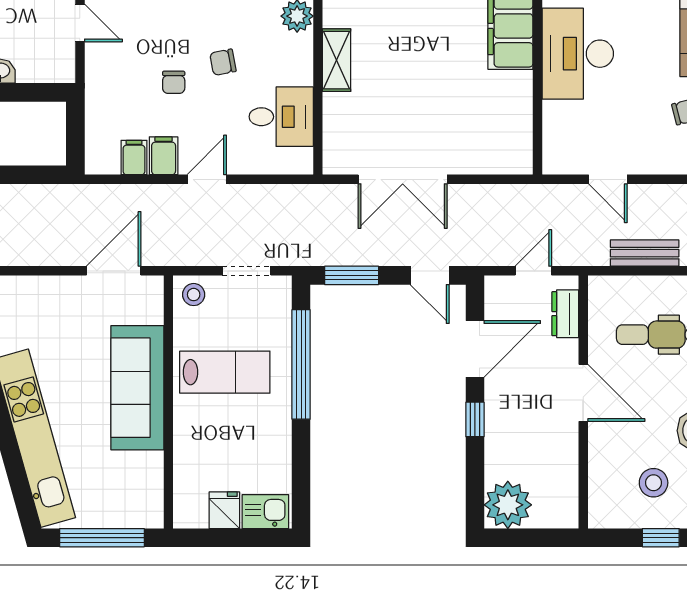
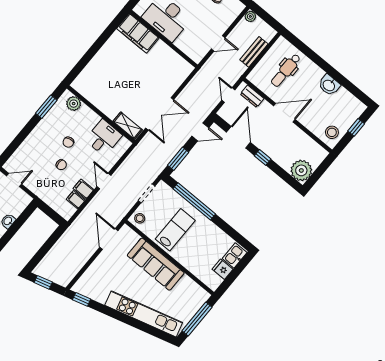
shelving: (337, 60) -> (128, 126), moved
stool: (654, 483) -> (332, 132), moved

